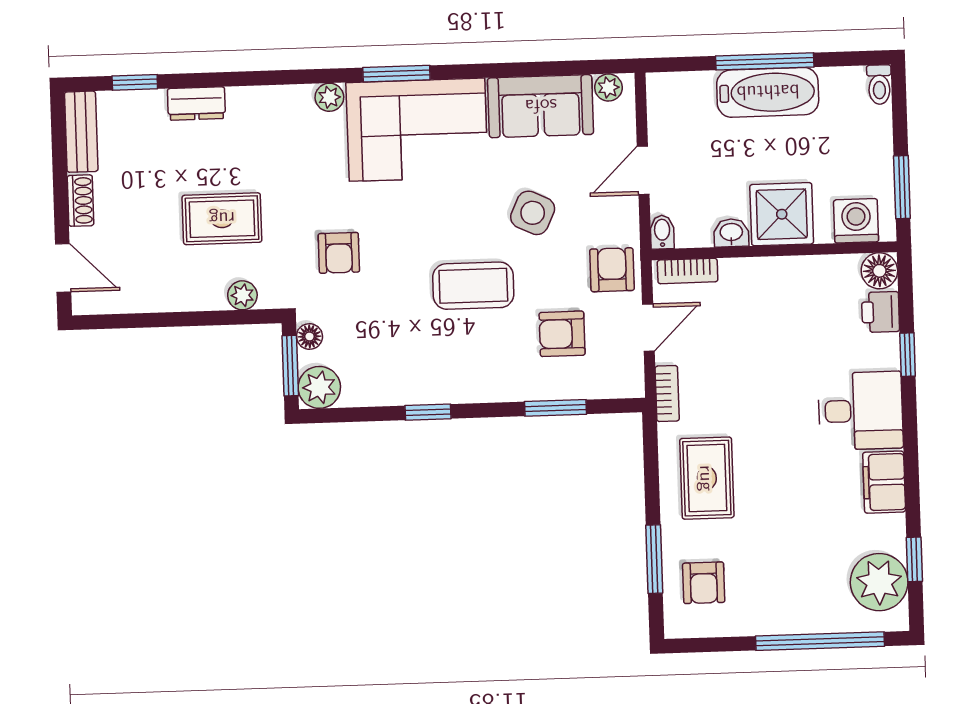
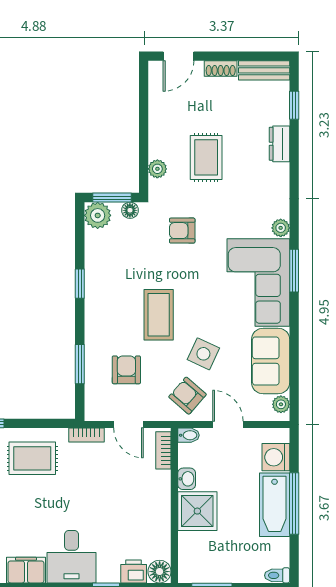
washing machine: (856, 221) -> (276, 457), moved, turned 180
armchair: (612, 270) -> (187, 396), moved, turned -139

